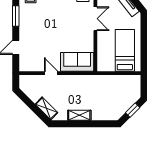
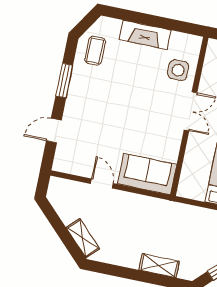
shelving: (79, 115) -> (159, 266), moved

